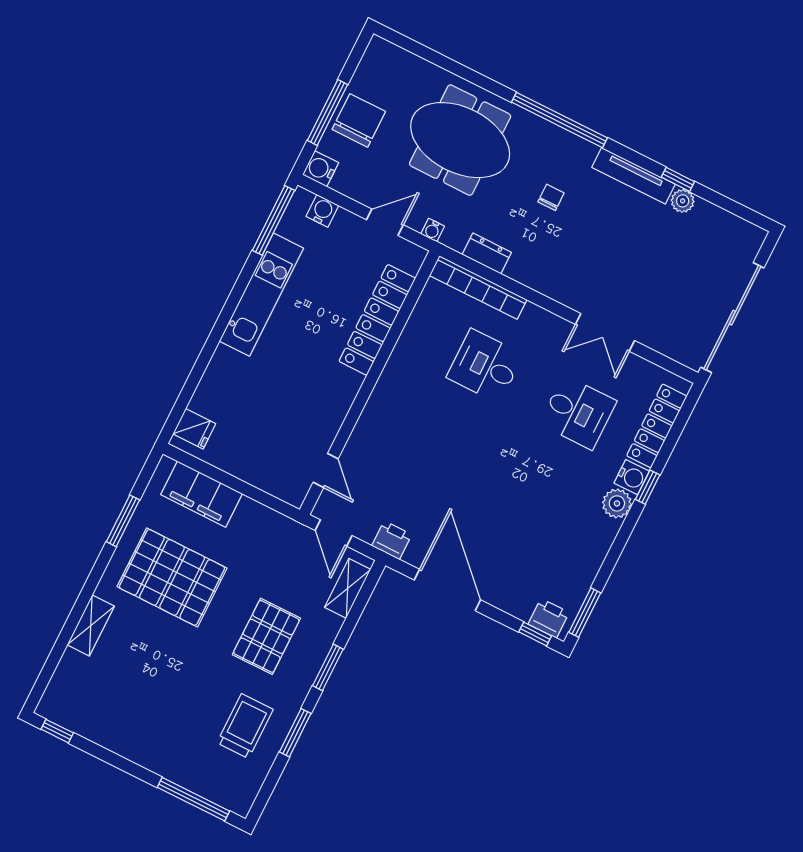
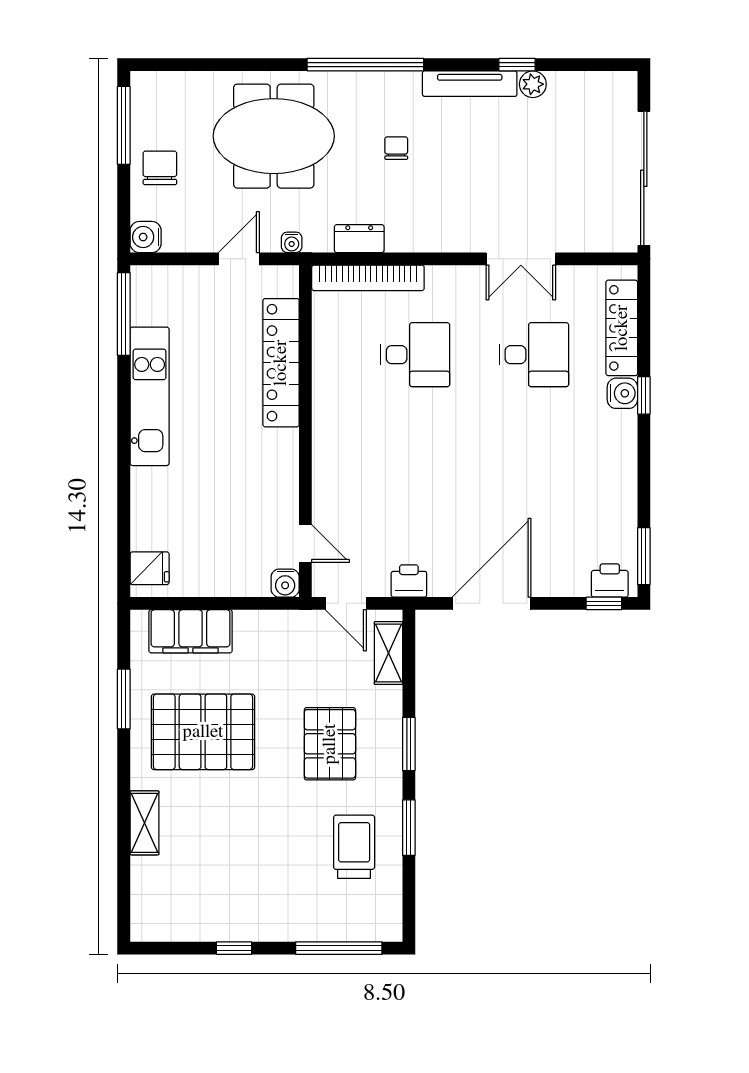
window: (327, 113) -> (124, 125), moved
chair: (359, 120) -> (160, 168), width x0.73, depth x0.73
water cooler: (322, 211) -> (285, 583), moved, turned 180
desk: (485, 366) -> (415, 355), turned 180
plant: (617, 503) -> (621, 428), removed
door: (447, 590) -> (492, 603), hinge flipped
window: (57, 731) -> (234, 948), moved

